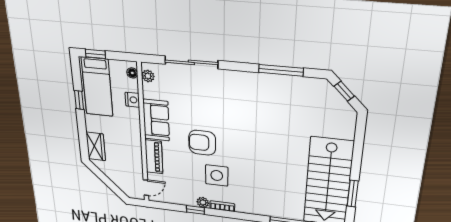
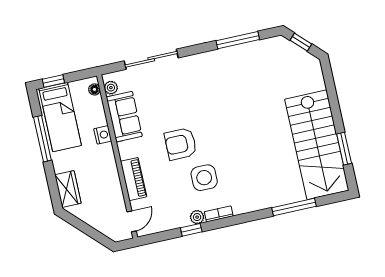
window: (79, 100) -> (42, 139), width x2.17
nightstand: (132, 100) -> (103, 135), moved
sofa: (156, 120) -> (124, 117), moved

